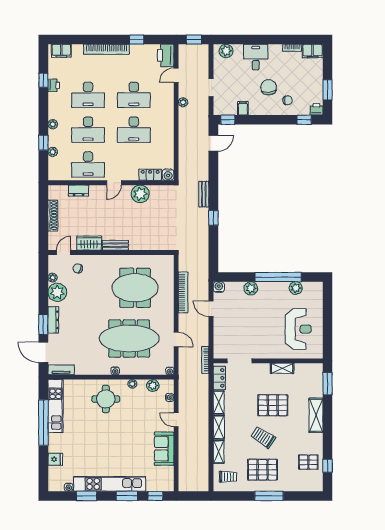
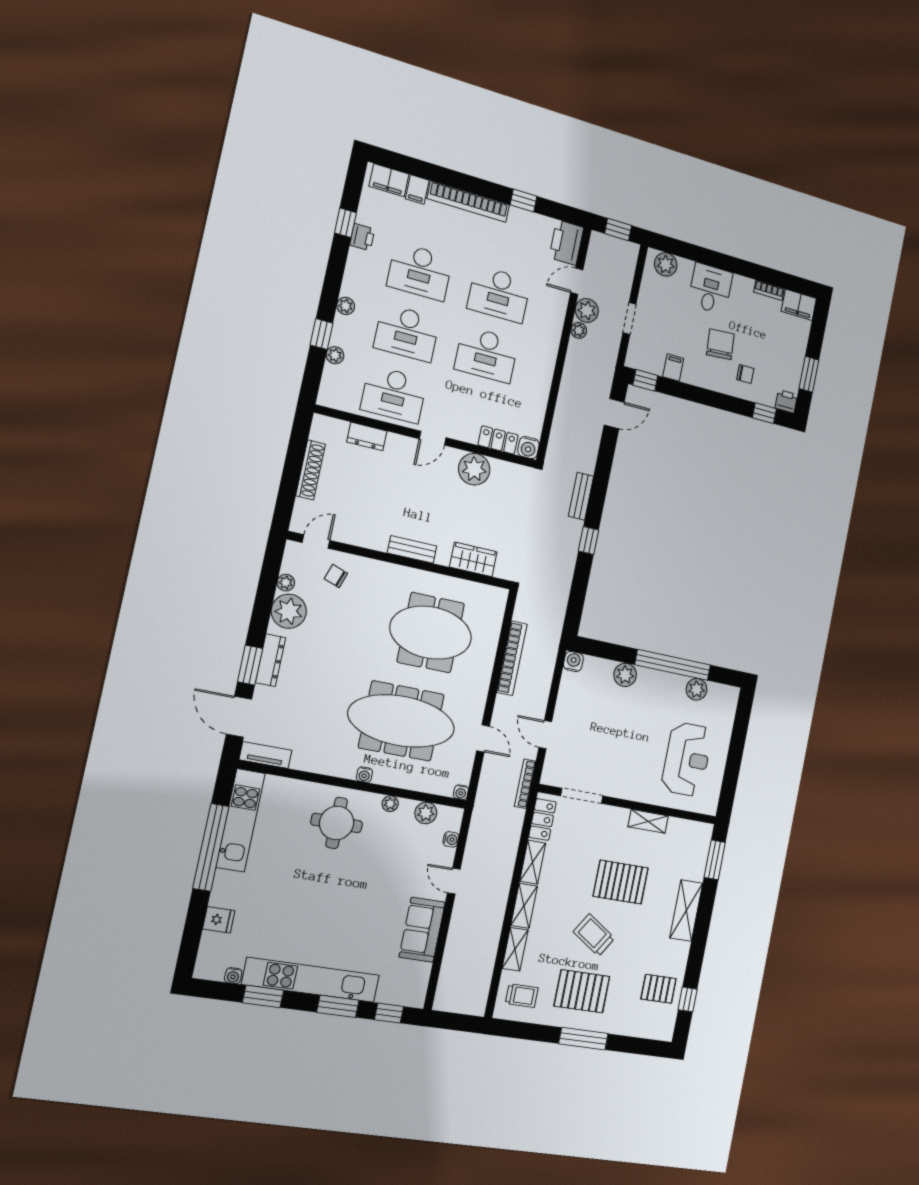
filing cabinet: (77, 51) -> (417, 189), added
plant: (185, 90) -> (587, 310), added
wardrobe: (89, 243) -> (473, 559), moved
door: (211, 309) -> (545, 735), moved

